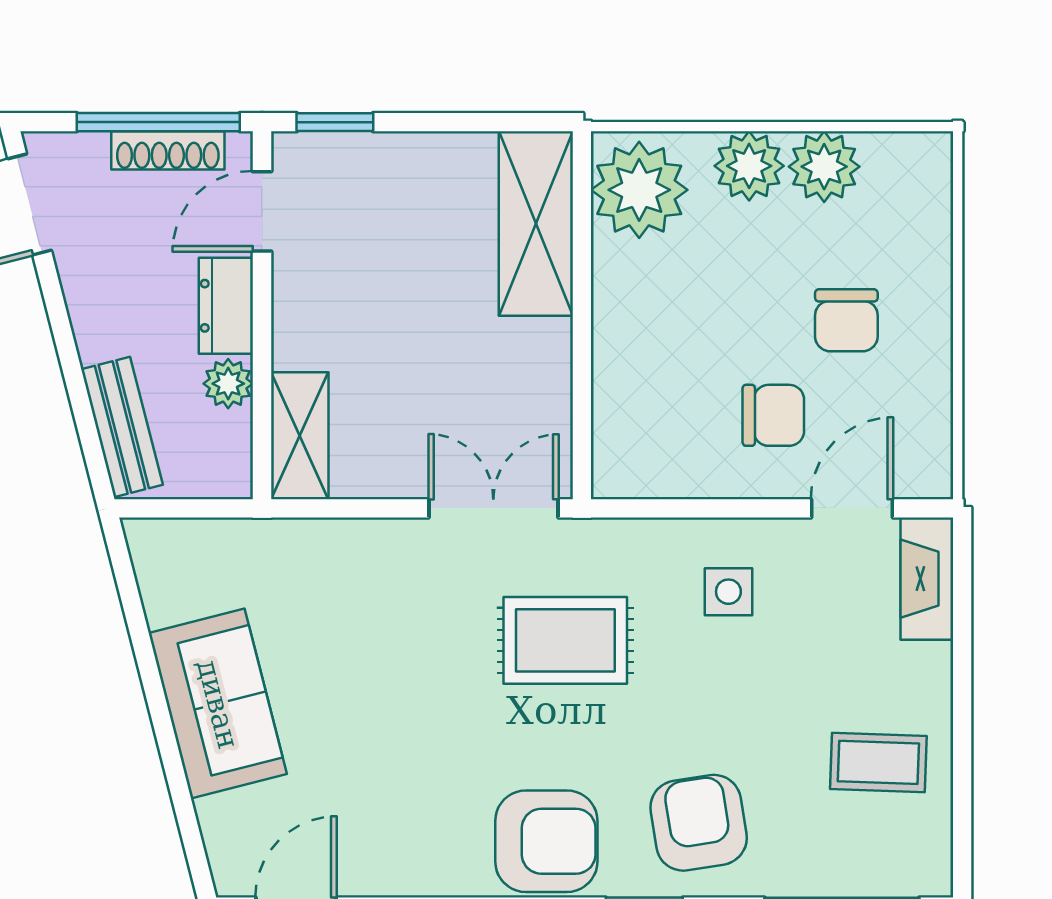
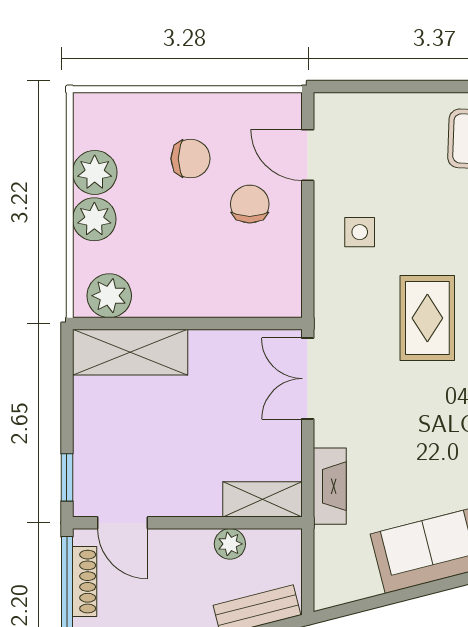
plant: (639, 190) -> (109, 296), width x0.73, depth x0.73
dresser: (226, 306) -> (181, 545), removed
fireplace: (927, 579) -> (330, 486), moved, turned -90
rug: (565, 640) -> (427, 318), moved

